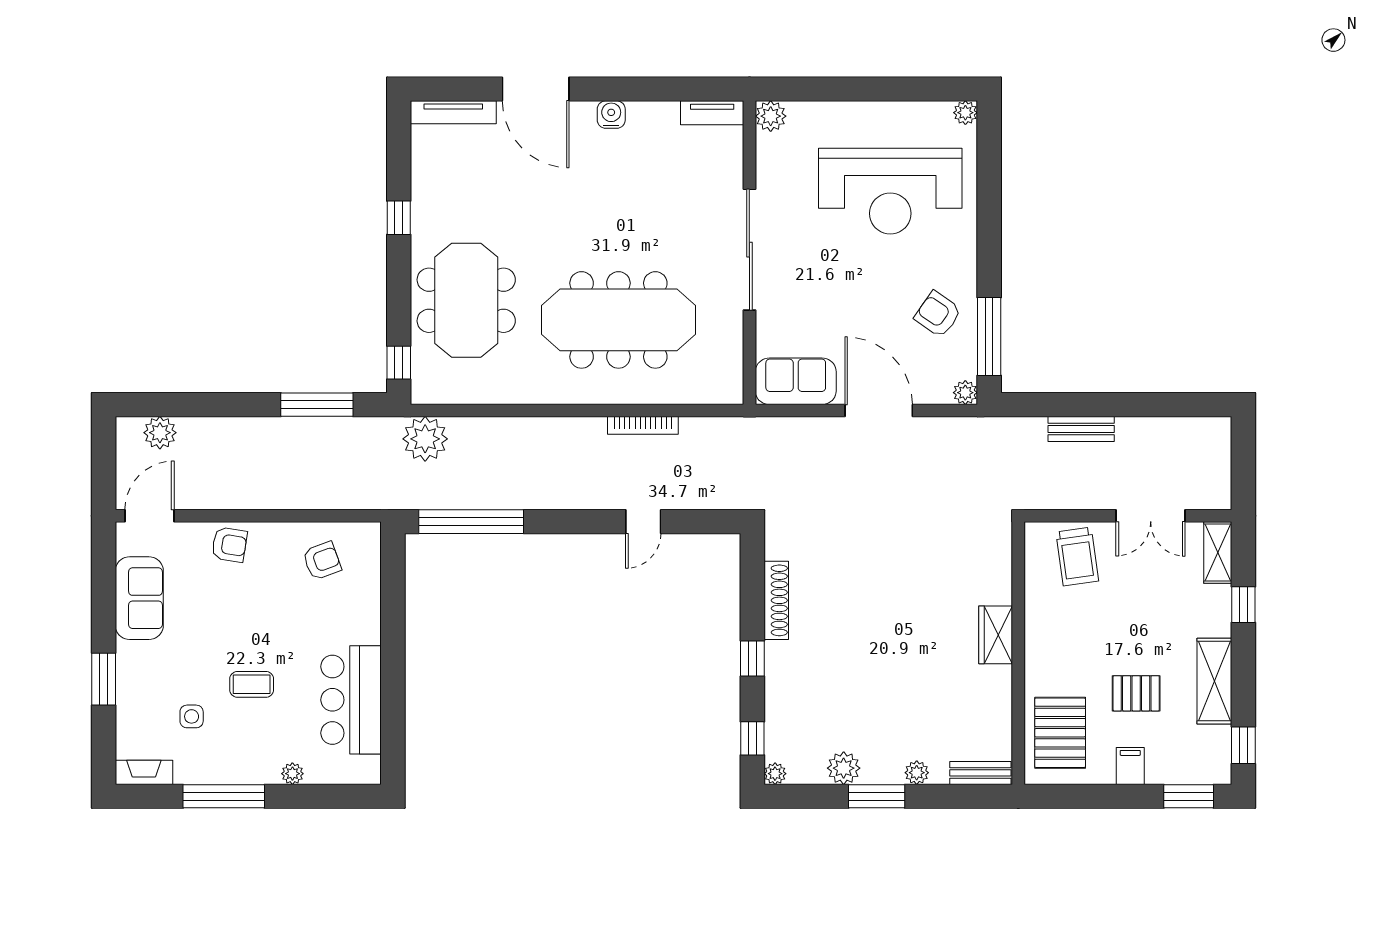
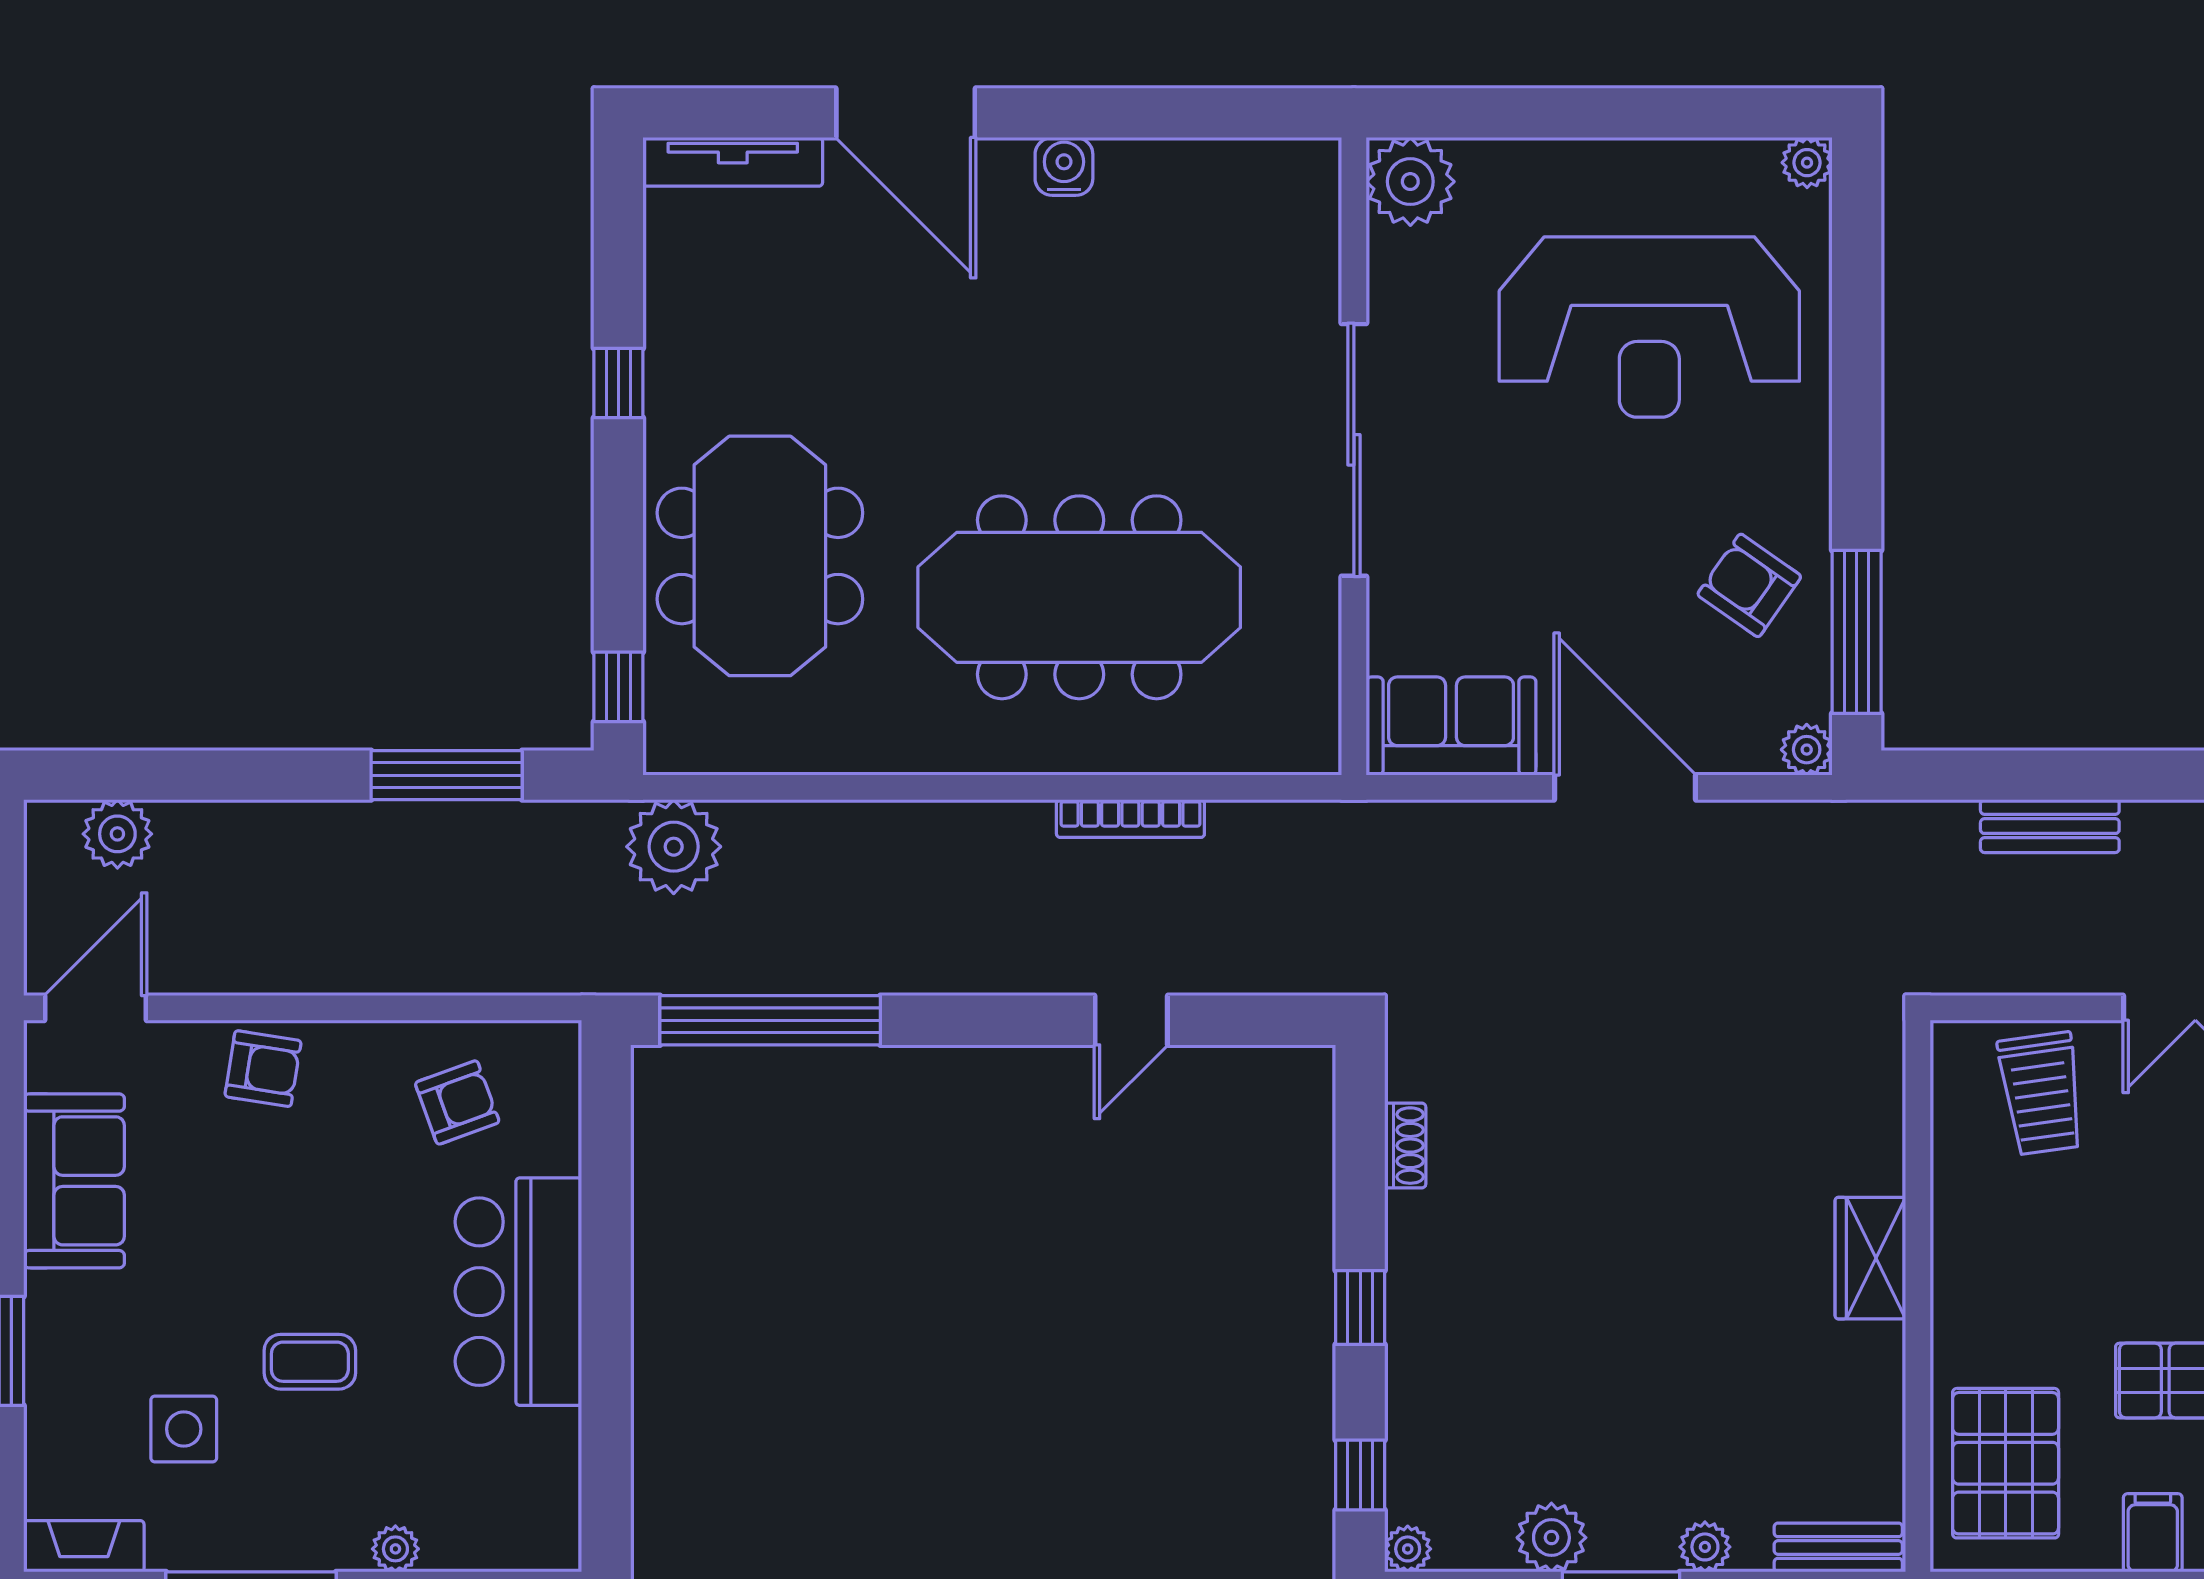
tv unit: (712, 113) -> (1276, 163), removed
plant: (771, 116) -> (1410, 182), width x1.36, depth x1.36
shoe rack: (776, 600) -> (1405, 1146), width x0.51, depth x0.81
bar counter: (351, 700) -> (518, 1292), moved
side table: (192, 716) -> (184, 1429), width x1.37, depth x1.37

